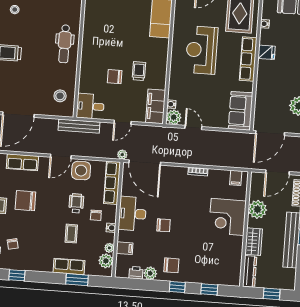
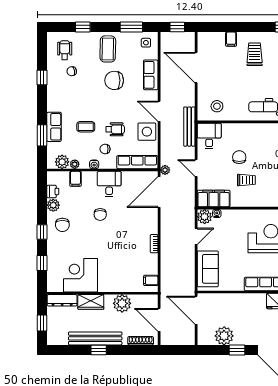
sofa: (241, 111) -> (208, 269), moved, turned 90
chair: (25, 201) -> (114, 80), turned -90
desk: (132, 214) -> (109, 184), width x0.73
corner desk: (227, 217) -> (80, 275), moved

